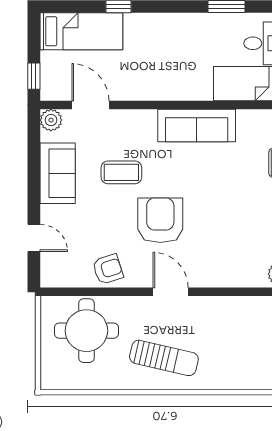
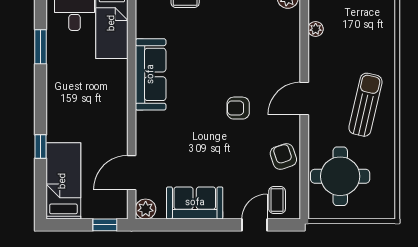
coffee table: (121, 172) -> (277, 200), moved, width x0.73, depth x0.77
armchair: (160, 220) -> (238, 108), width x0.53, depth x0.53
plant: (246, 304) -> (316, 29), added

